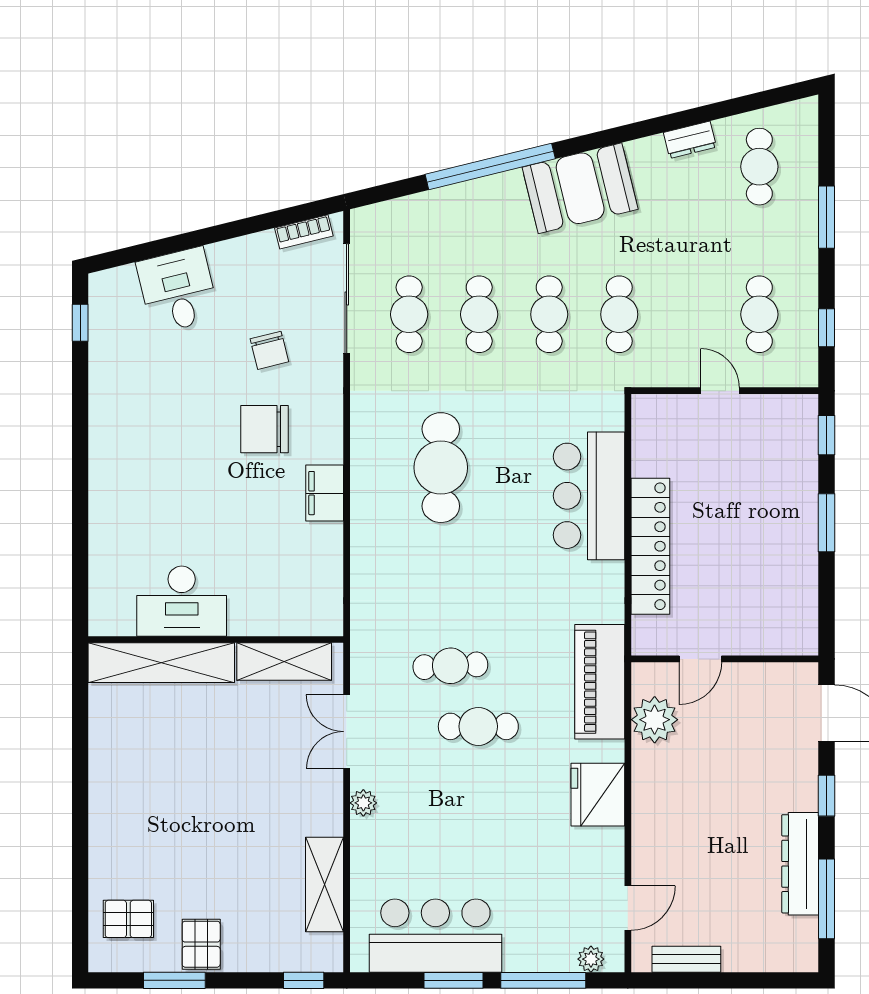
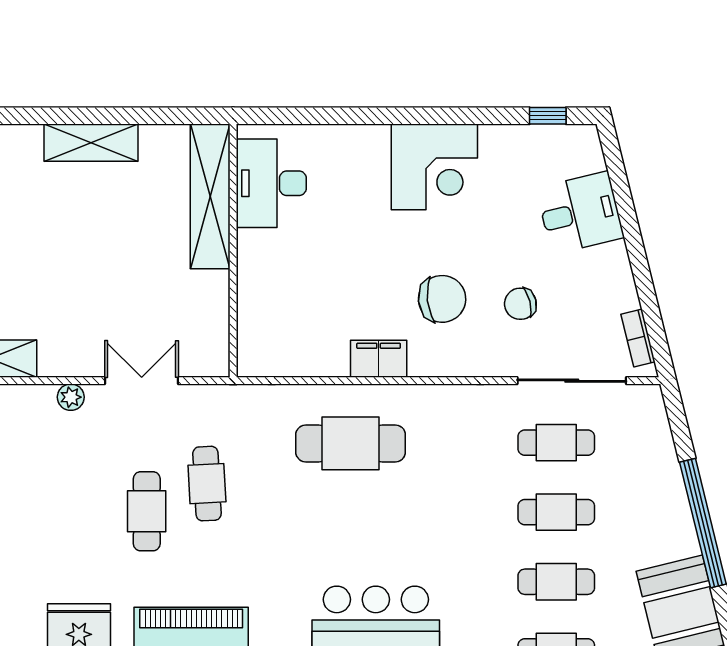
chair: (265, 429) -> (442, 299), turned 84
corner desk: (131, 437) -> (434, 167), added
cafe table: (441, 468) -> (351, 443), moved
desk: (182, 601) -> (271, 183), moved
shelving: (284, 662) -> (91, 143), moved, turned 90

